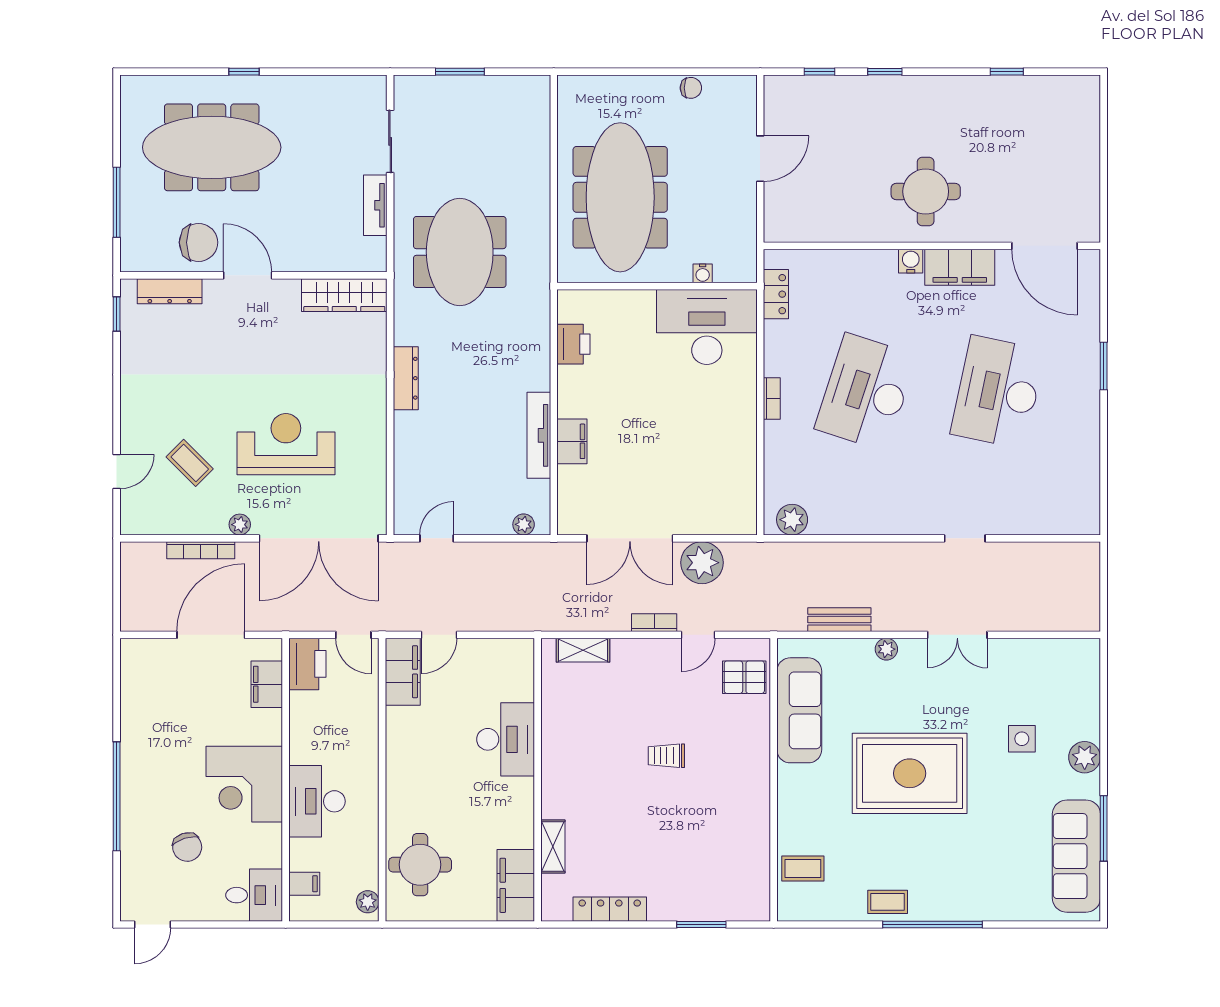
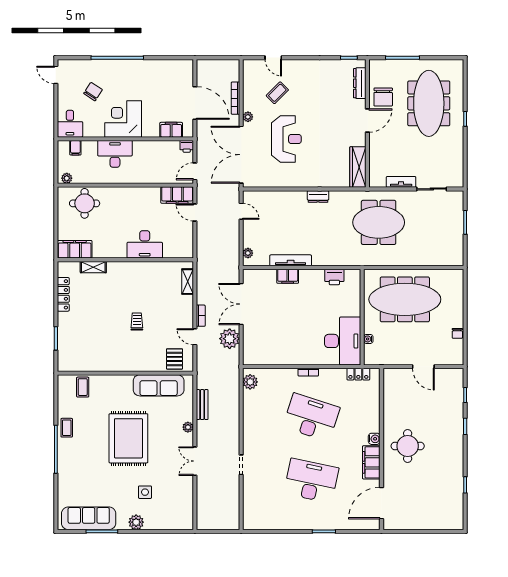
dresser: (406, 378) -> (318, 196), width x0.70
printer: (307, 664) -> (187, 146), width x0.53, depth x0.68
chair: (187, 847) -> (93, 92), turned 140

